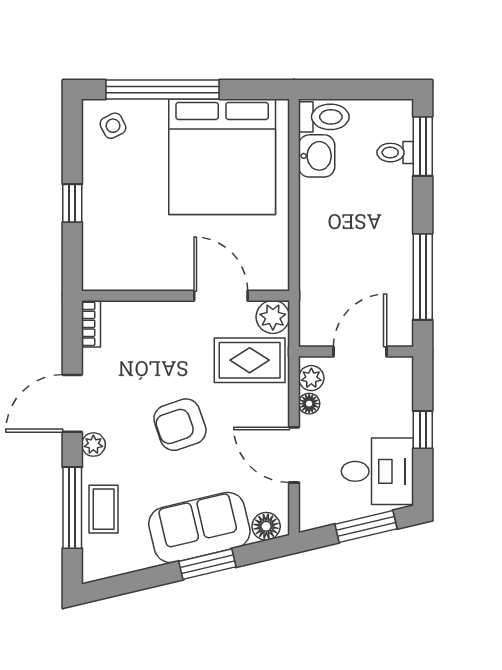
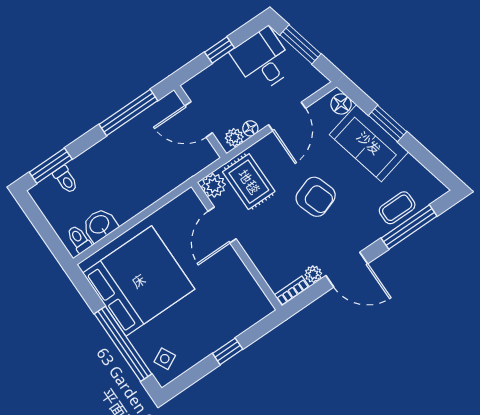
toilet: (324, 117) -> (79, 239), width x0.73, depth x0.72
plant: (93, 445) -> (313, 274), moved

